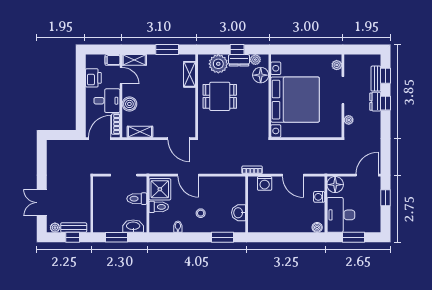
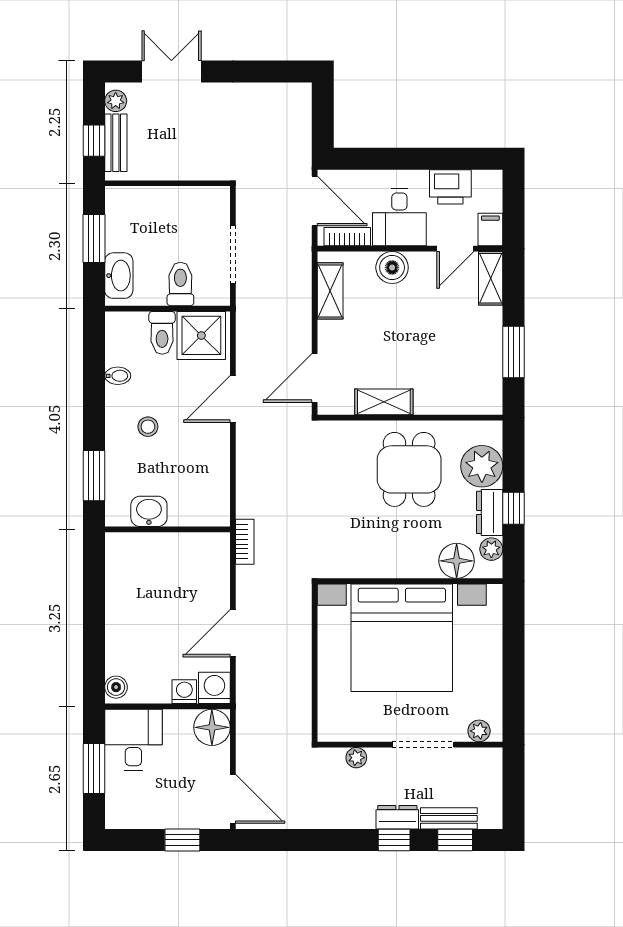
shelving: (190, 74) -> (384, 402), moved
washing machine: (265, 183) -> (214, 688), moved, turned 90
desk: (341, 215) -> (133, 740), width x0.73

